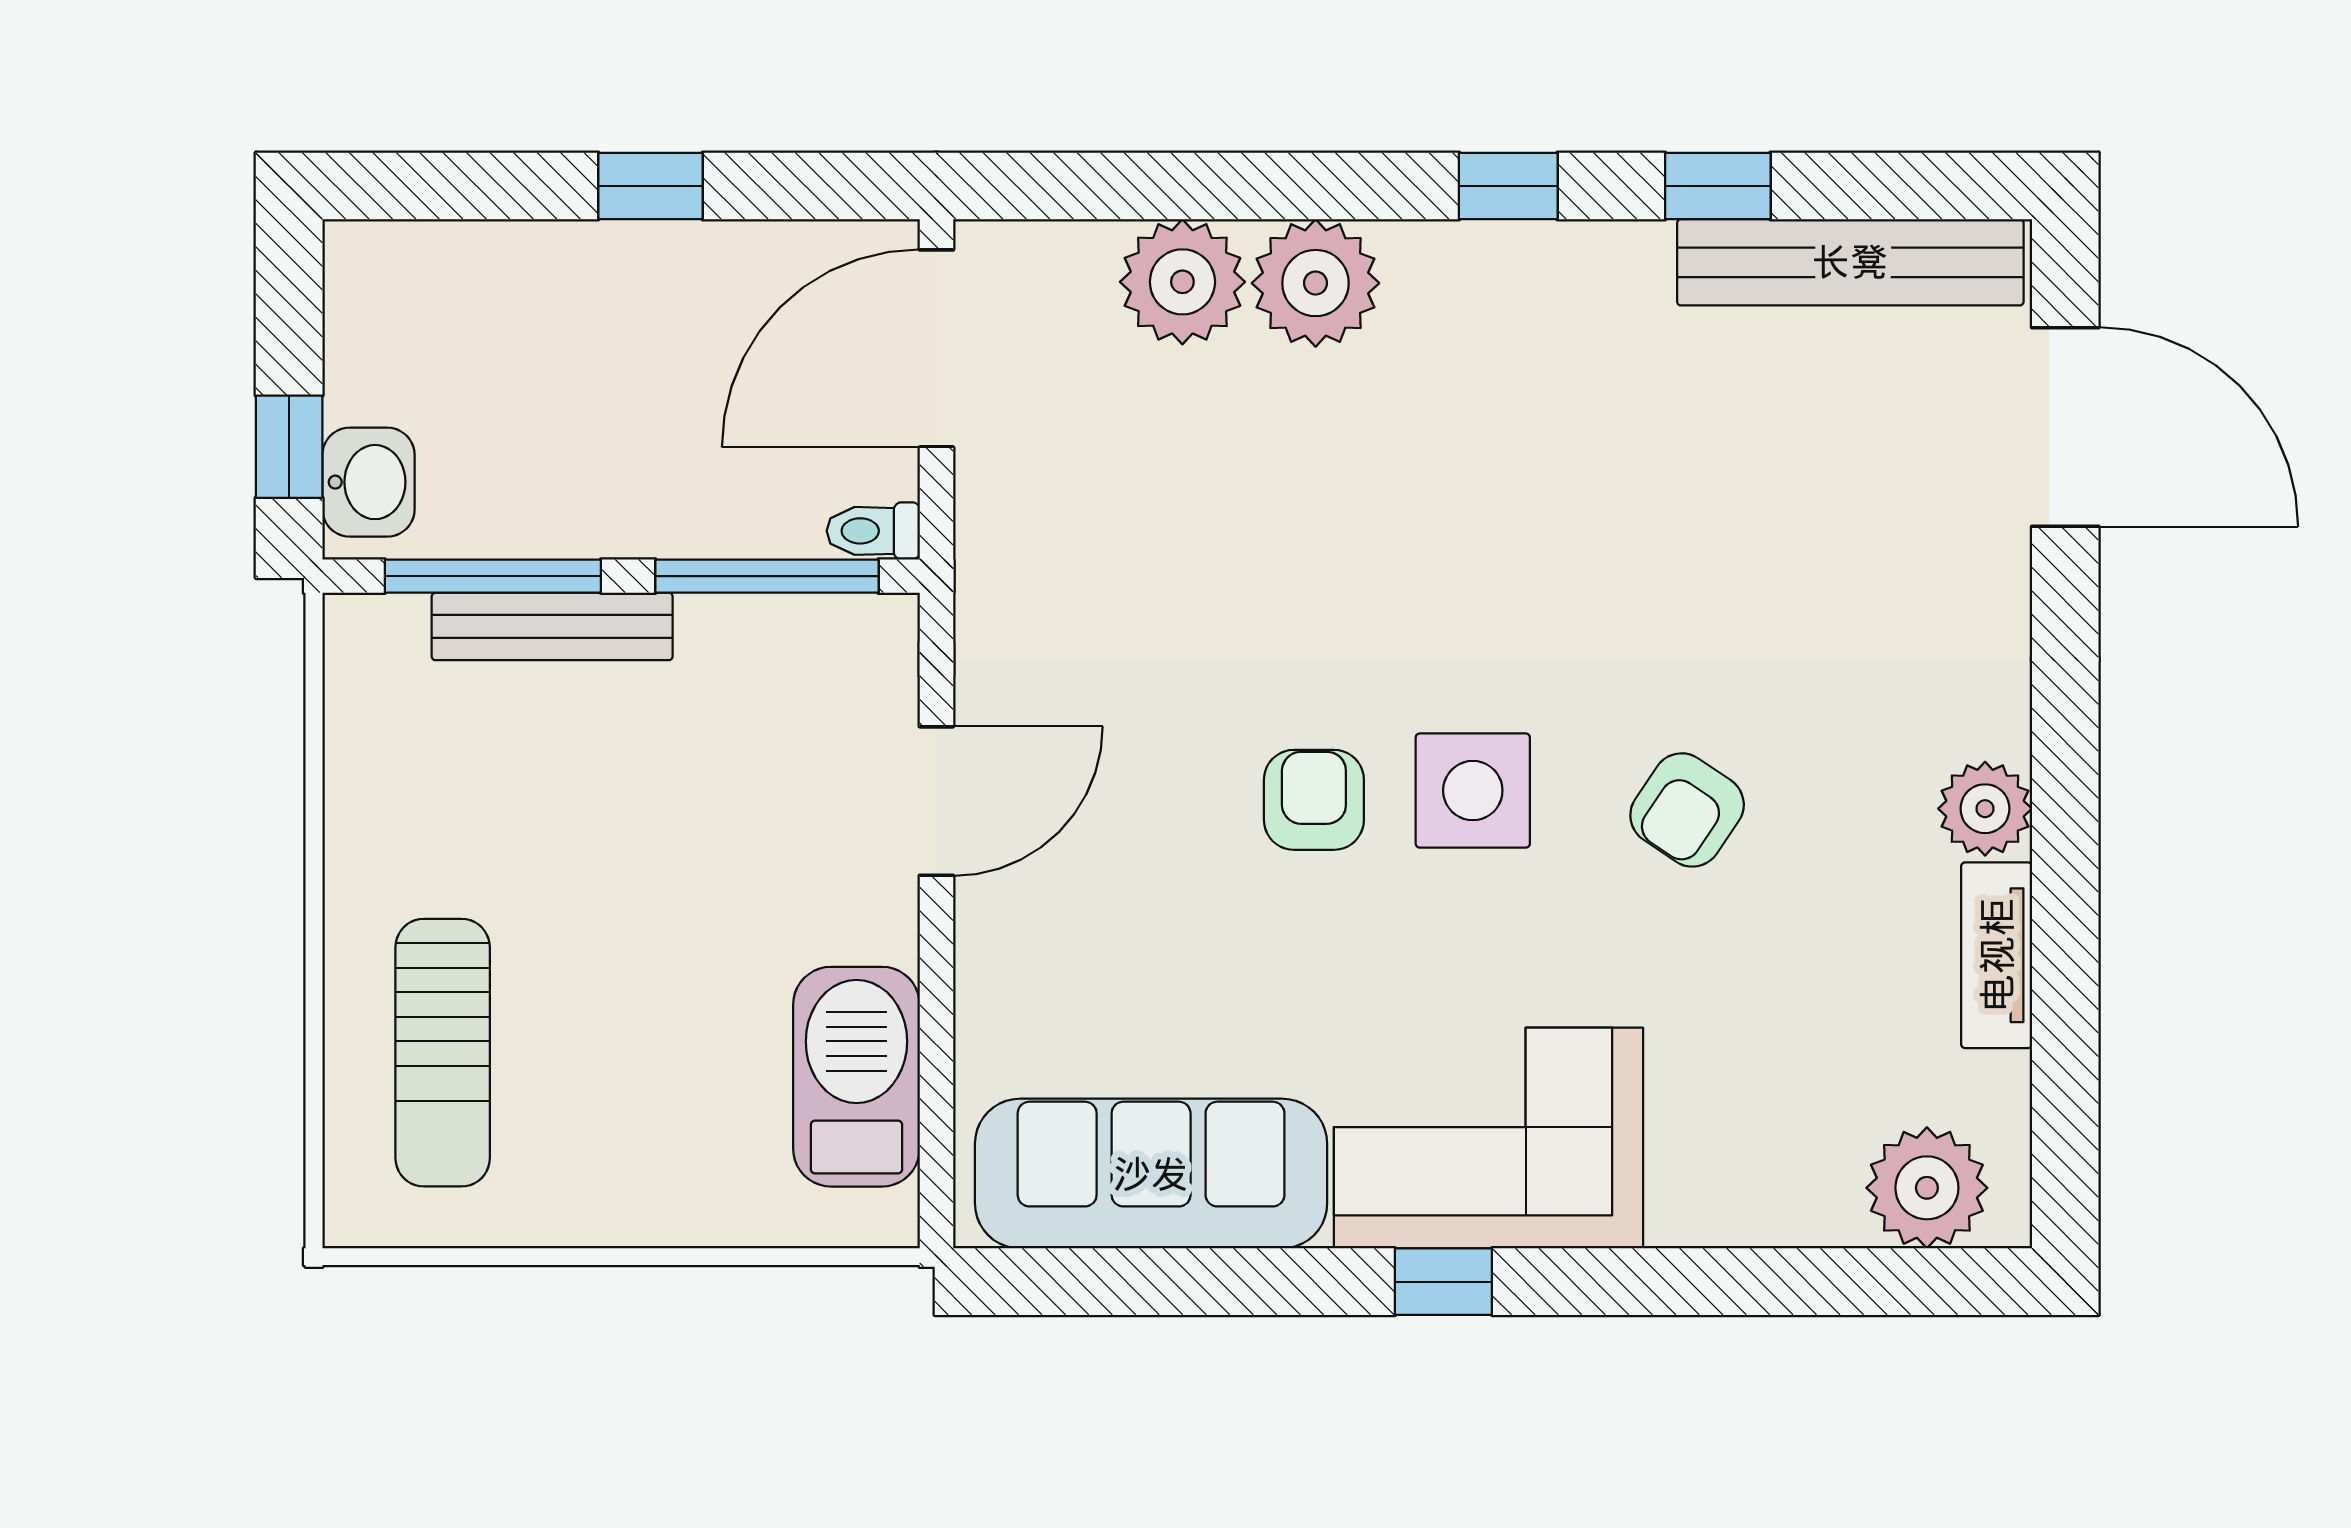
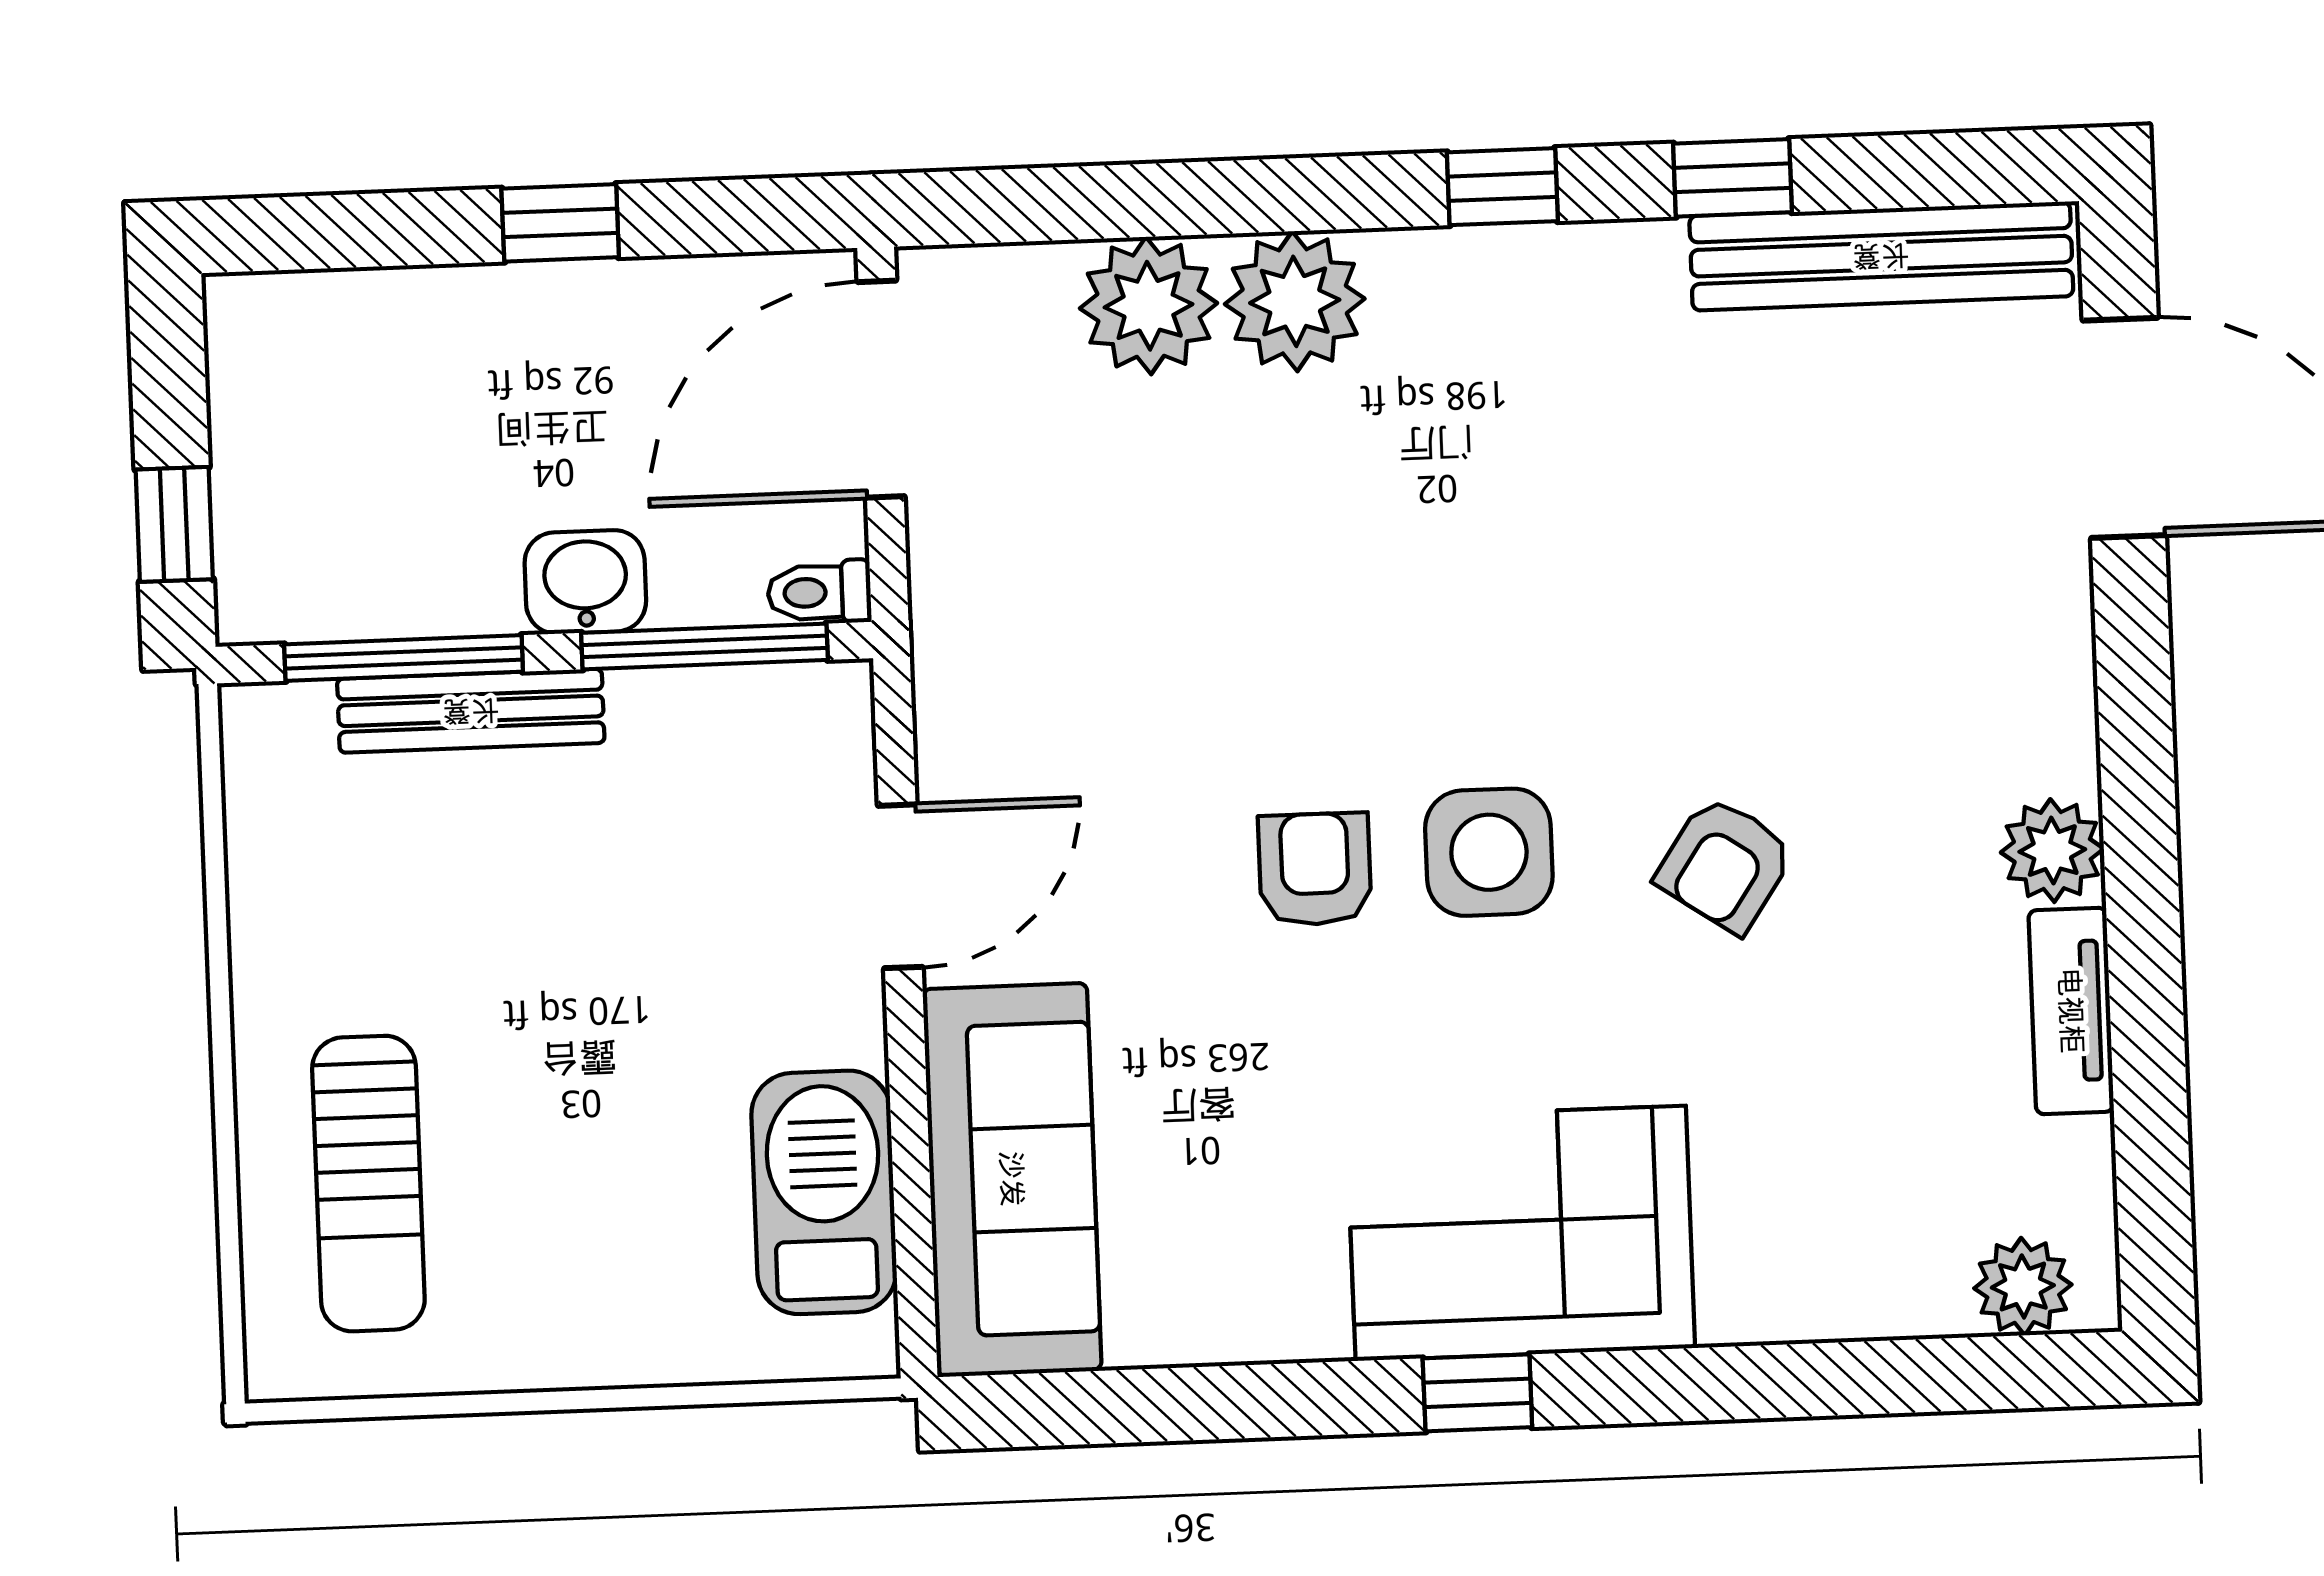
washbasin: (368, 482) -> (585, 582), moved, turned -90
sofa: (1151, 1174) -> (1012, 1179), moved, turned 90
plant: (1927, 1188) -> (2023, 1286), width x0.73, depth x0.73

